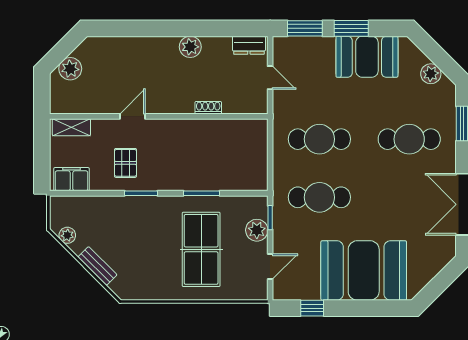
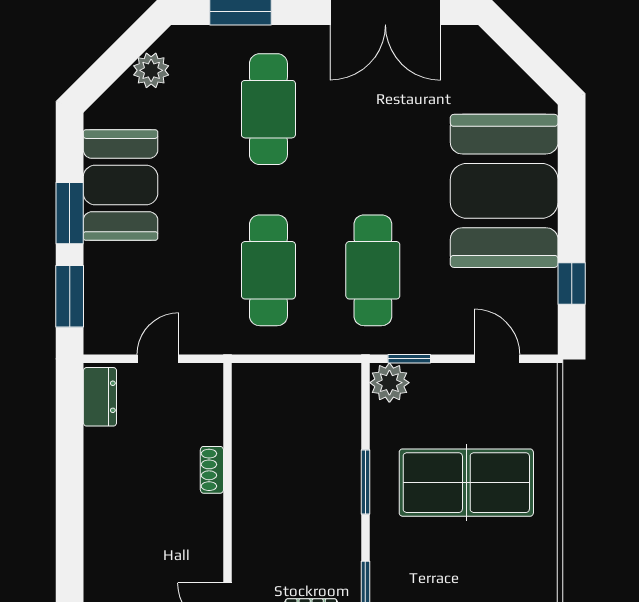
plant: (190, 47) -> (103, 502), removed
plant: (257, 230) -> (389, 383), moved

